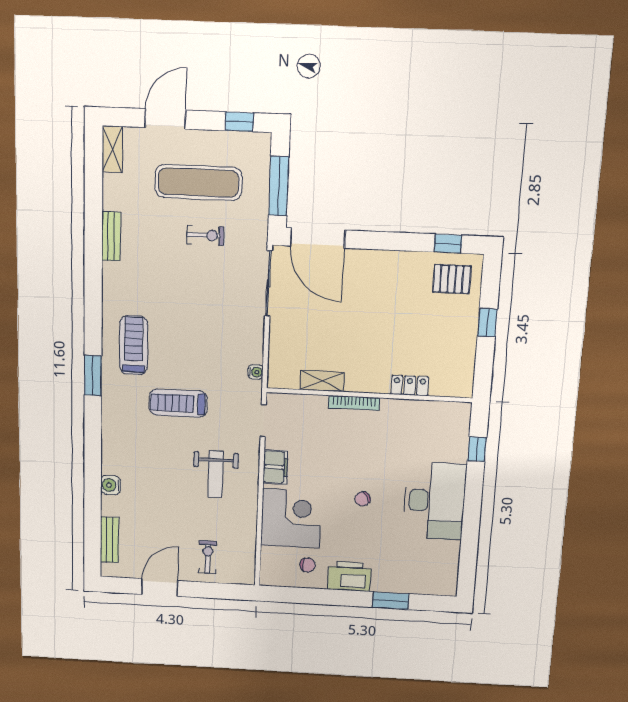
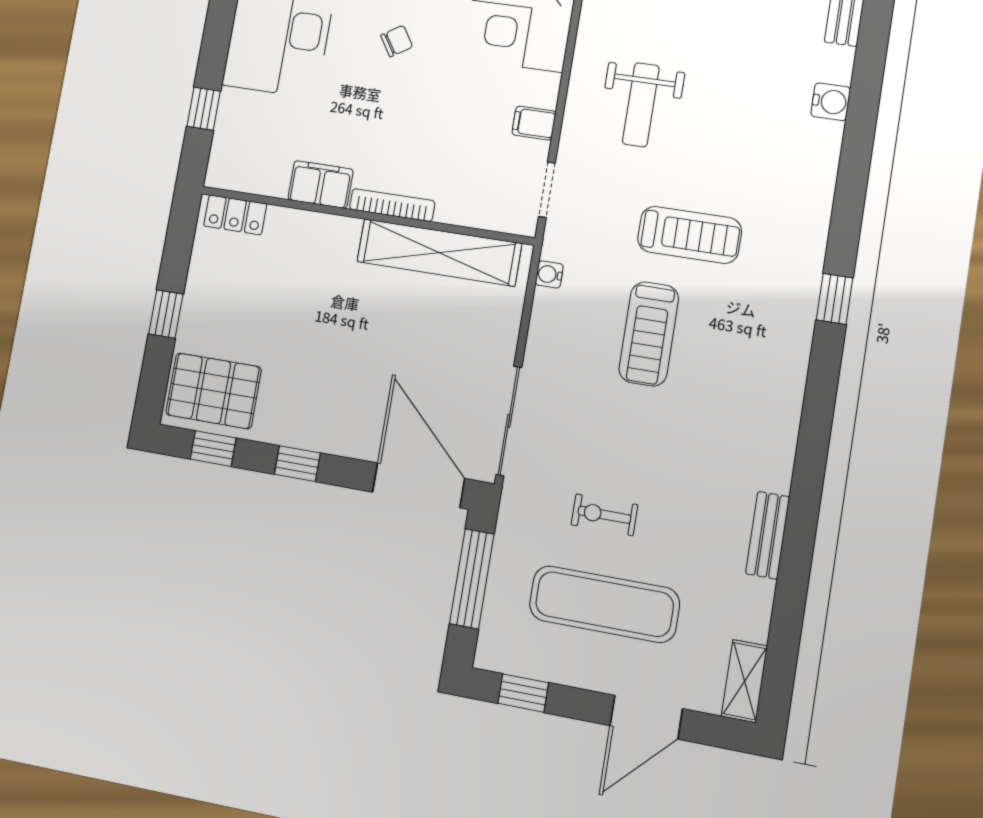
window: (394, 241) -> (297, 464), added
pallet: (452, 279) -> (213, 391), width x1.50, depth x1.42
treadmill: (134, 345) -> (649, 334), moved
window: (93, 376) -> (835, 299), width x0.67
shelving: (322, 381) -> (439, 253), width x2.20, depth x1.33
locker: (410, 385) -> (235, 215), moved
filing cabinet: (399, 411) -> (321, 184), added
filing cabinet: (275, 467) -> (534, 123), width x0.50
weight bench: (216, 474) -> (641, 105), turned 180

